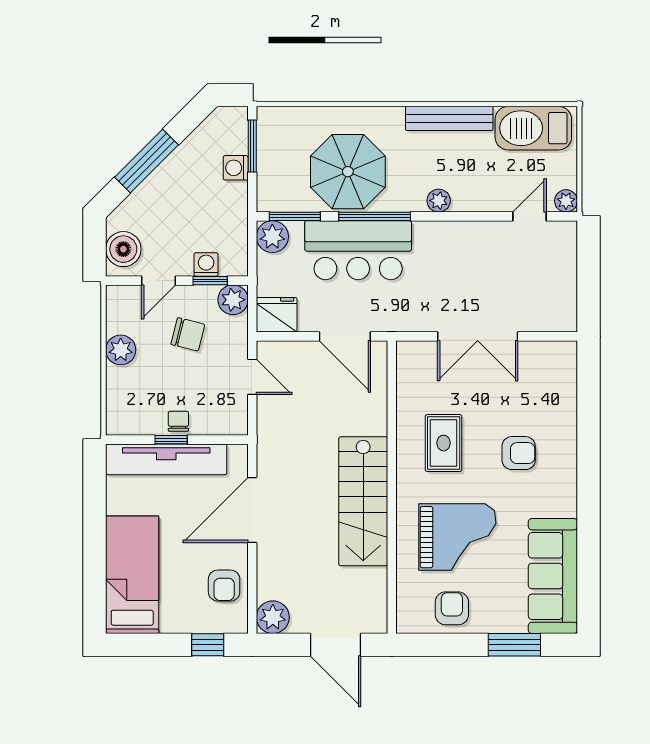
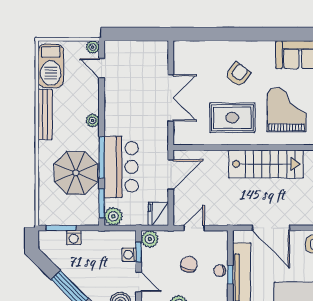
chair: (188, 334) -> (189, 264), moved
rug: (444, 443) -> (232, 118), width x1.36, depth x1.43
armchair: (519, 453) -> (238, 74), turned 36

